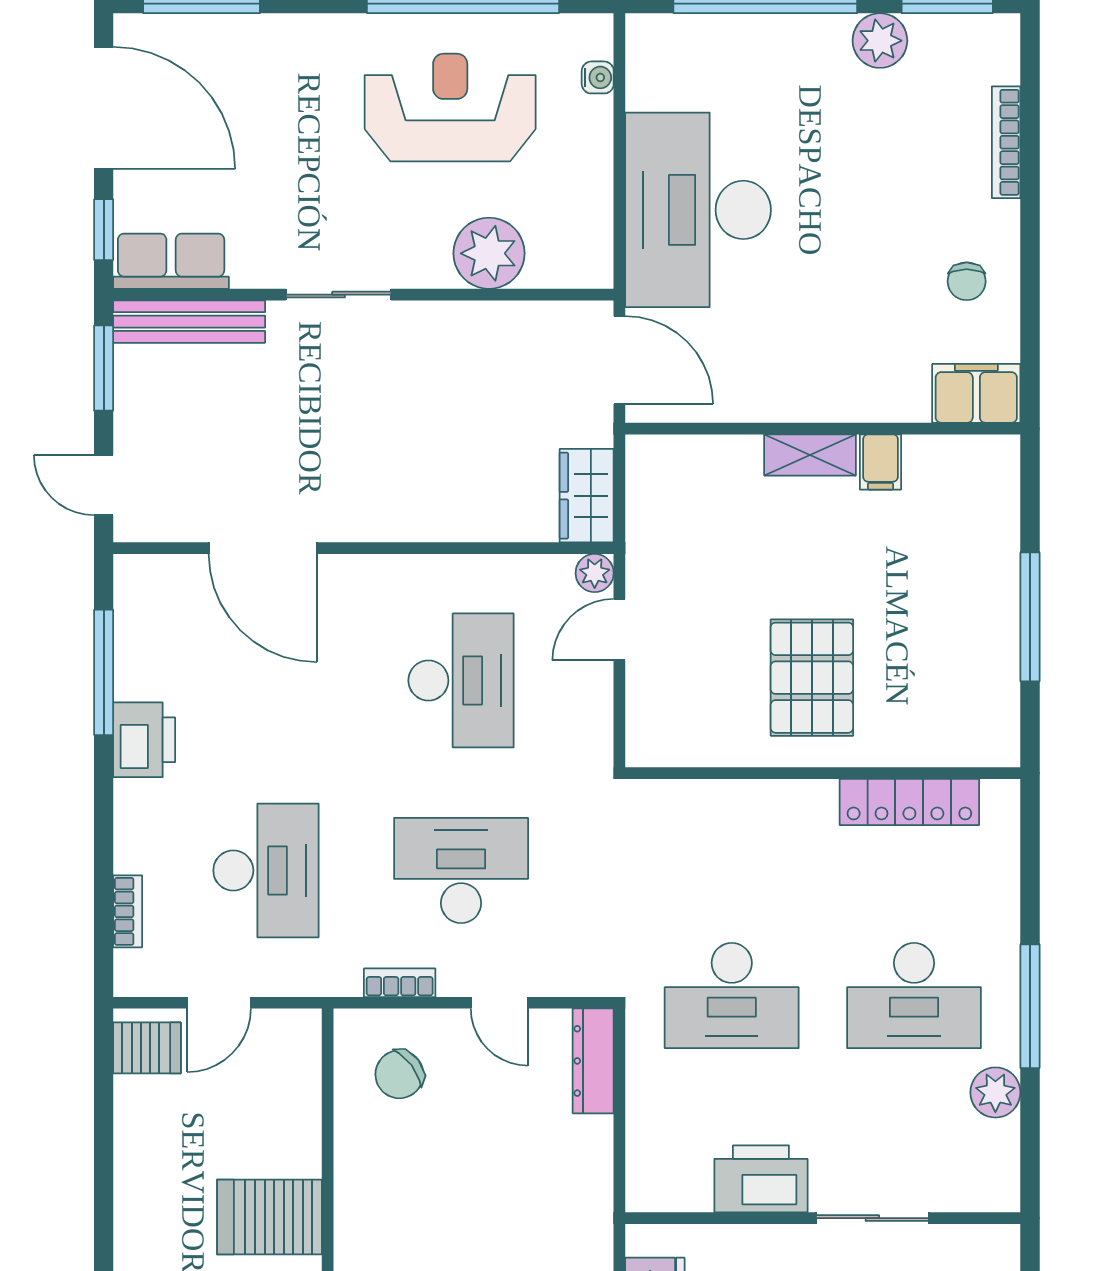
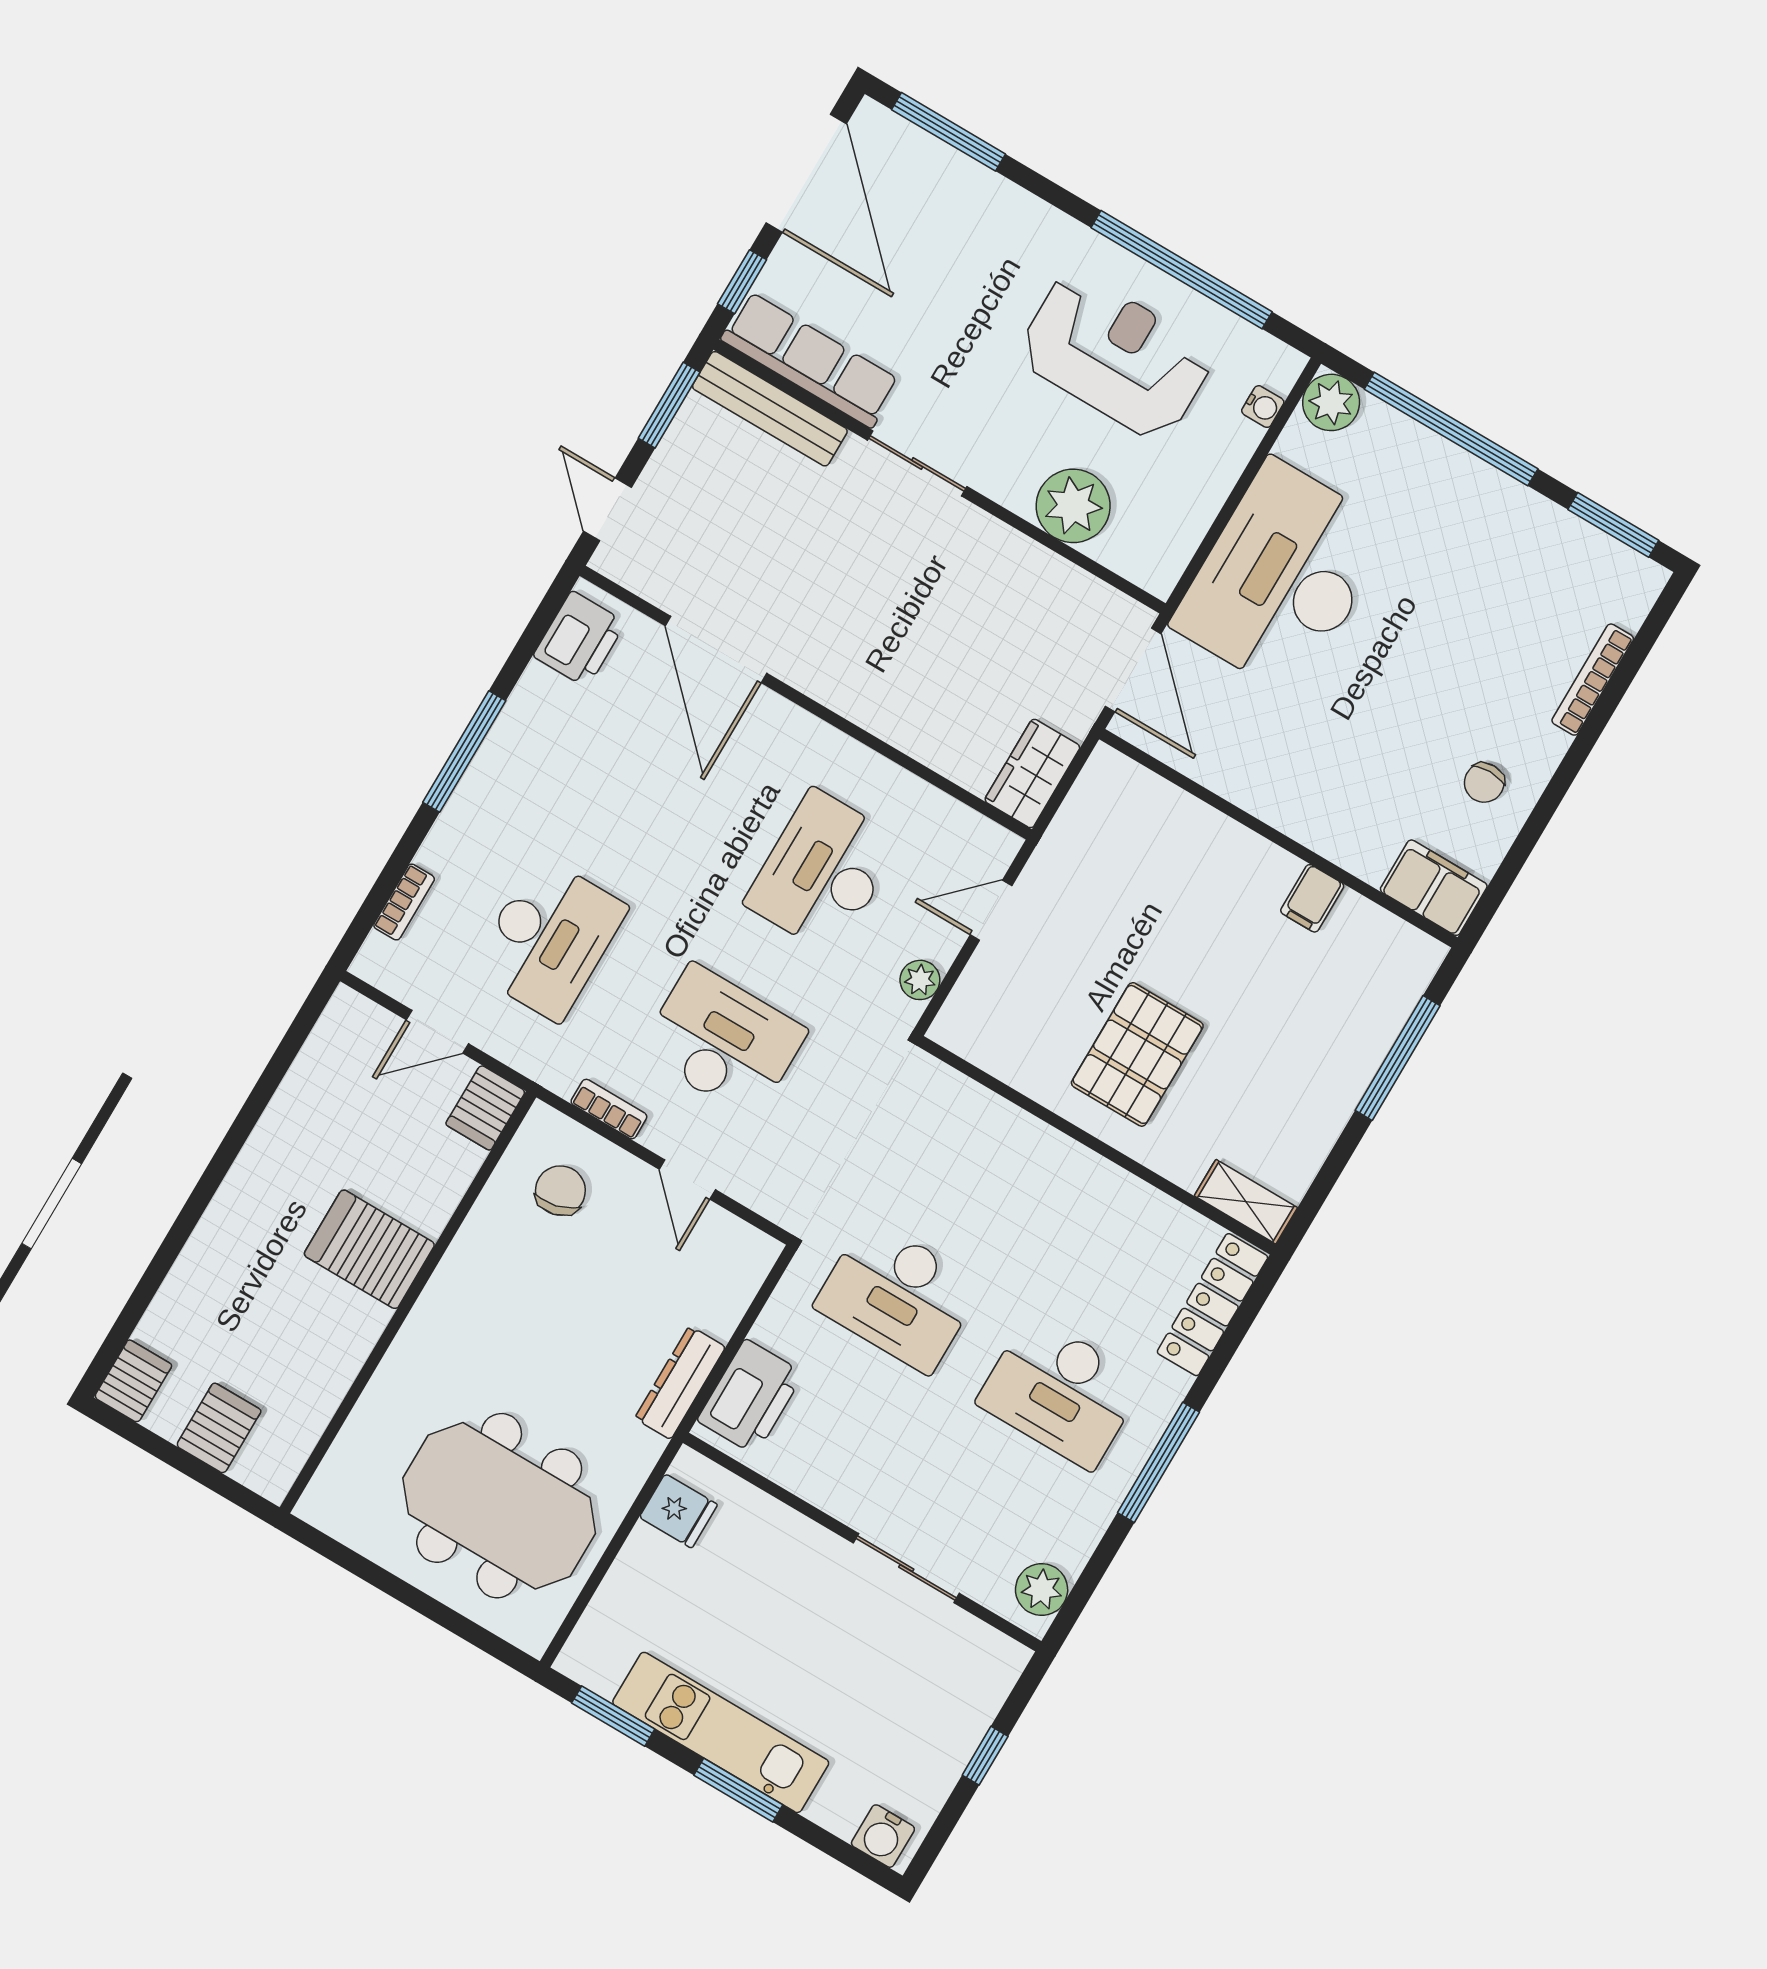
plant: (880, 41) -> (1331, 402), moved
row of seats: (171, 261) -> (810, 360), width x1.48
shelving: (810, 455) -> (1246, 1202), moved
plant: (595, 573) -> (920, 980), moved
window: (1030, 617) -> (1398, 1058), moved
window: (104, 672) -> (464, 751), moved
desk: (461, 680) -> (823, 872), turned 180
printer: (144, 740) -> (579, 639), moved
locker: (909, 802) -> (1212, 1305), moved, turned 90
server rack: (147, 1048) -> (485, 1108), moved, turned 90
dresser: (593, 1061) -> (680, 1383), moved
chair: (399, 1074) -> (560, 1191), turned 113
plant: (995, 1092) -> (1042, 1590), moved
printer: (761, 1179) -> (750, 1397), moved, turned 90

